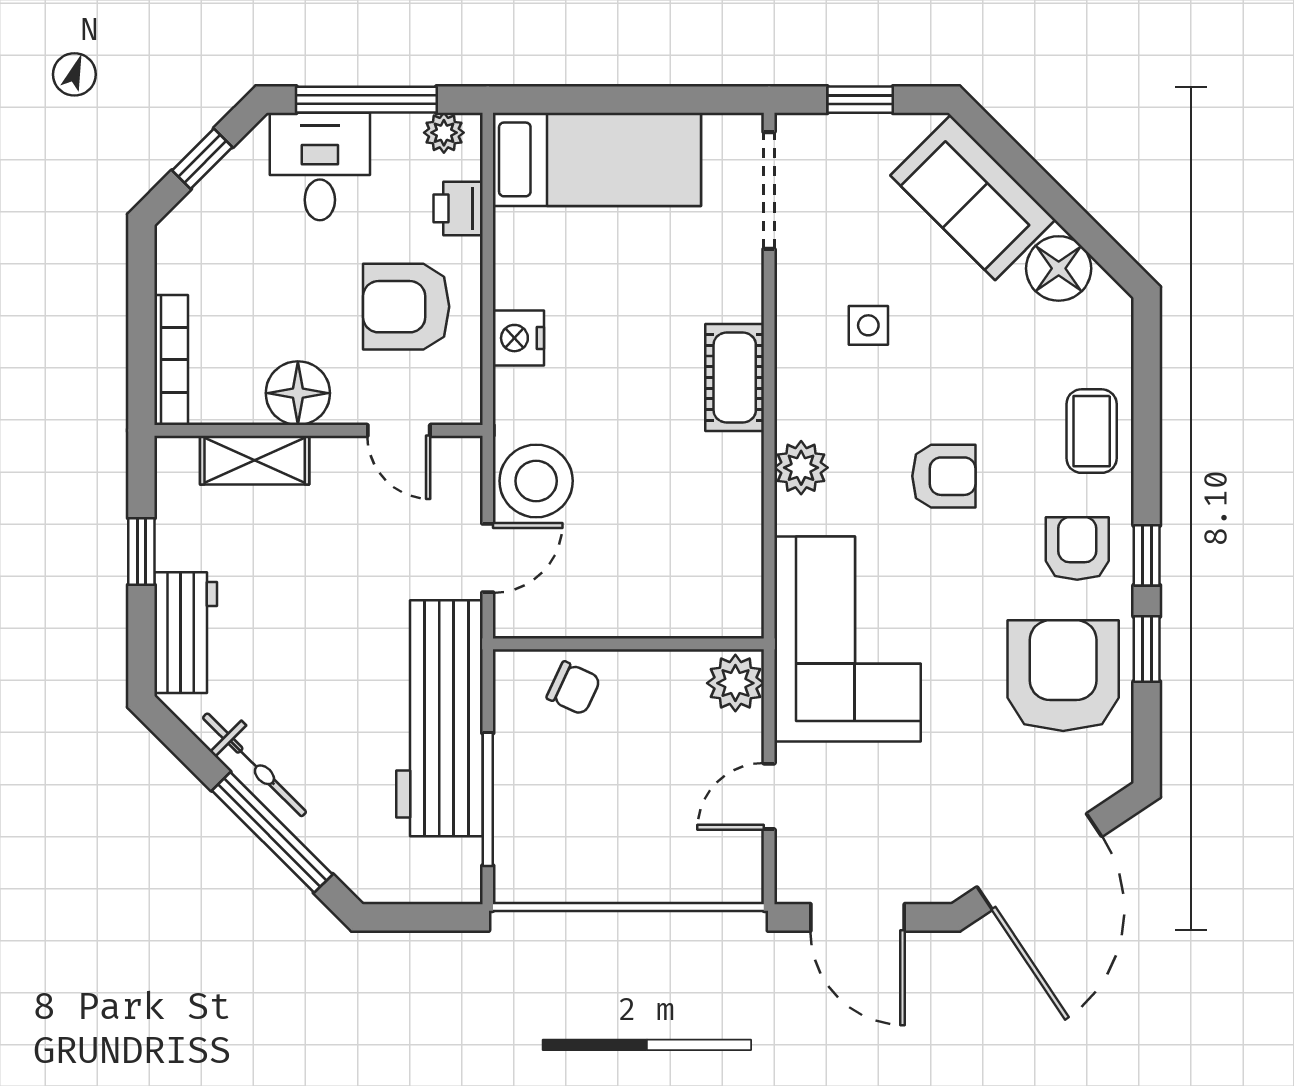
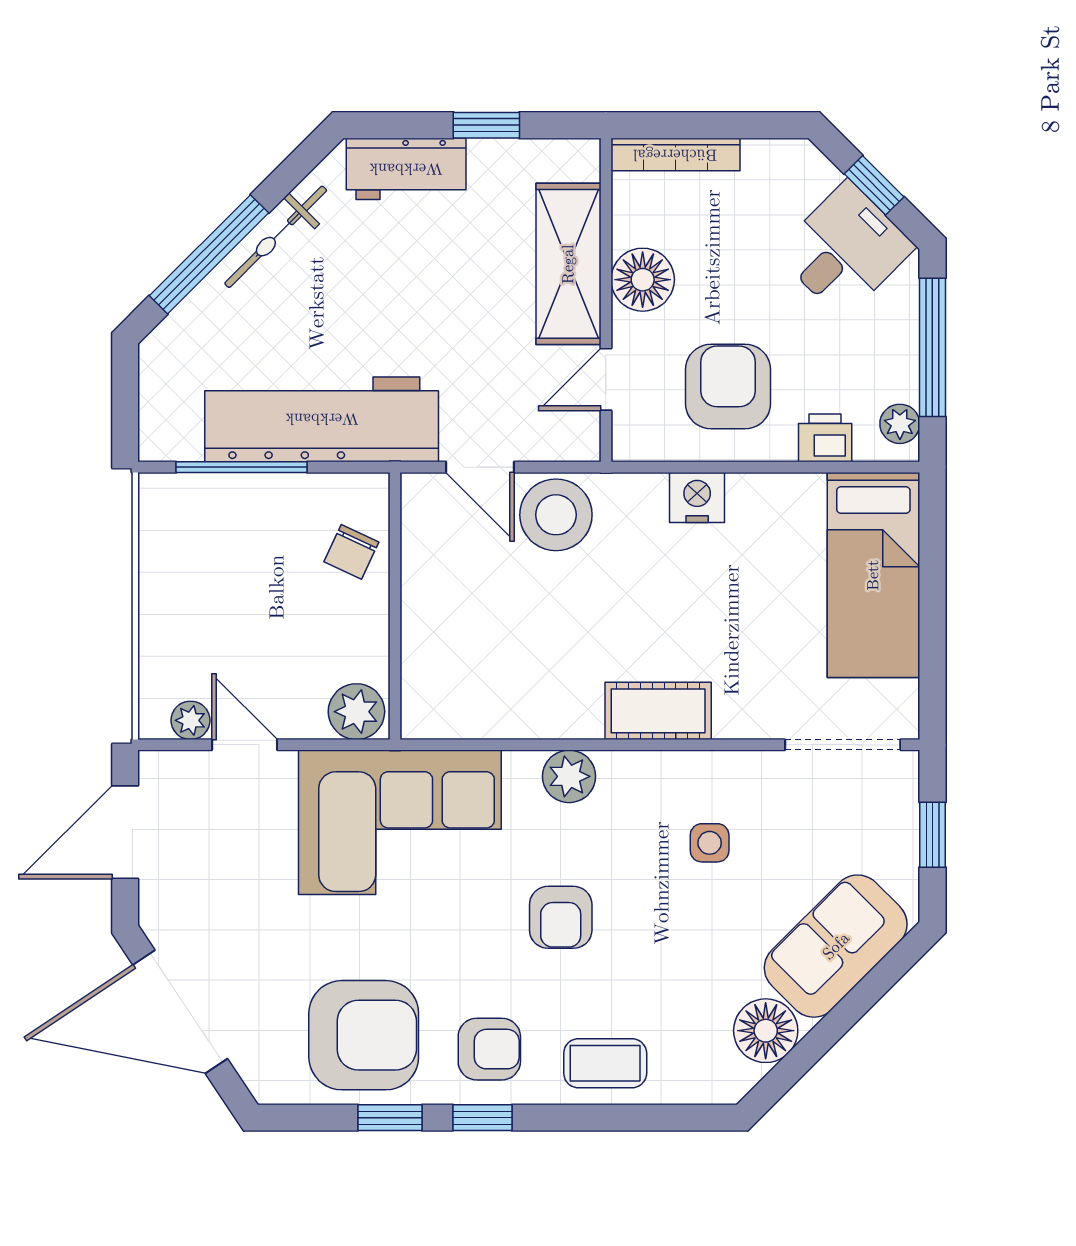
desk: (320, 167) -> (845, 250), moved, turned -45
shelving: (255, 460) -> (568, 264), width x1.50, depth x1.33
plant: (744, 851) -> (190, 720), added

